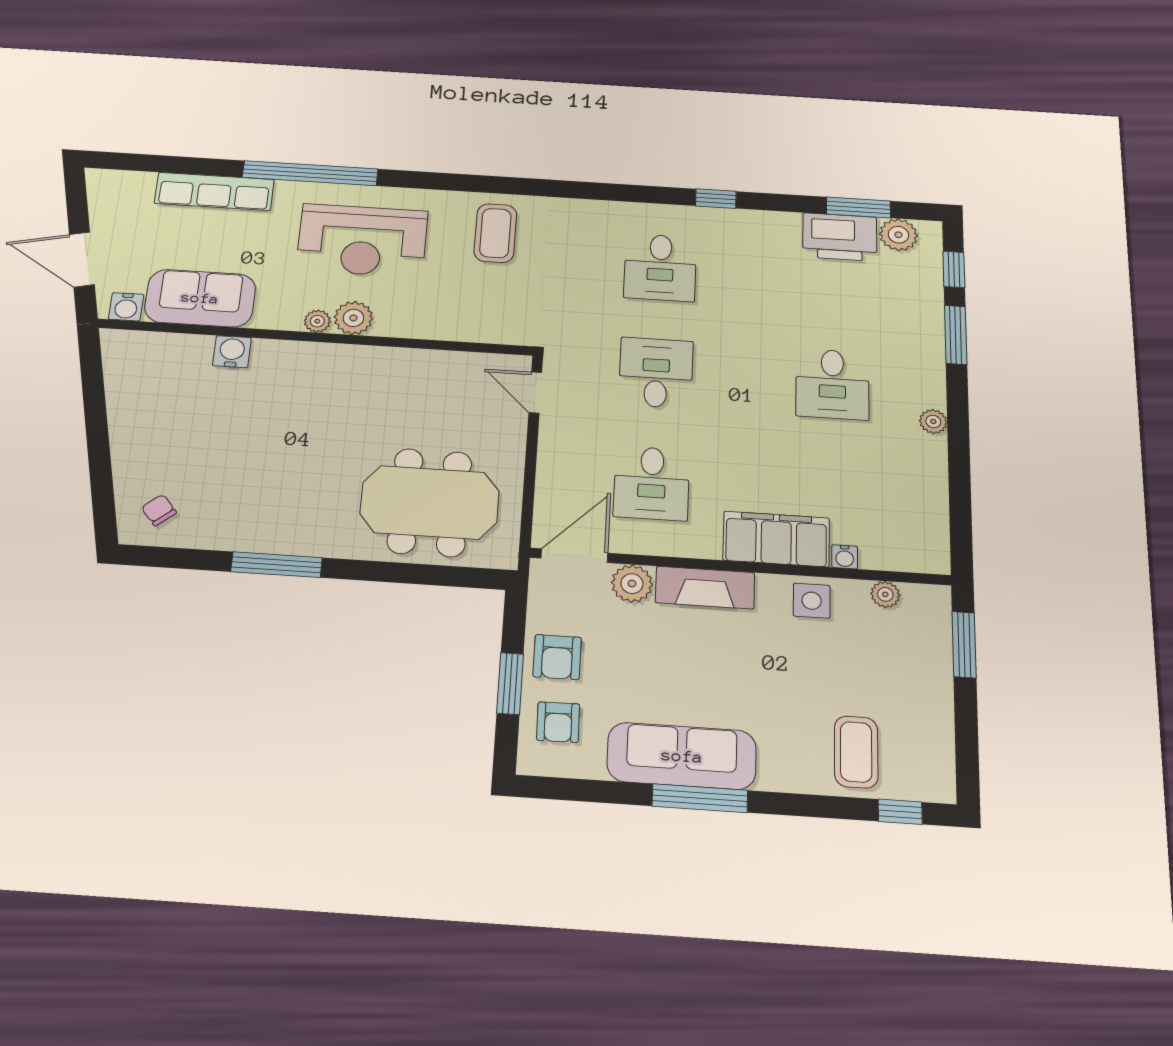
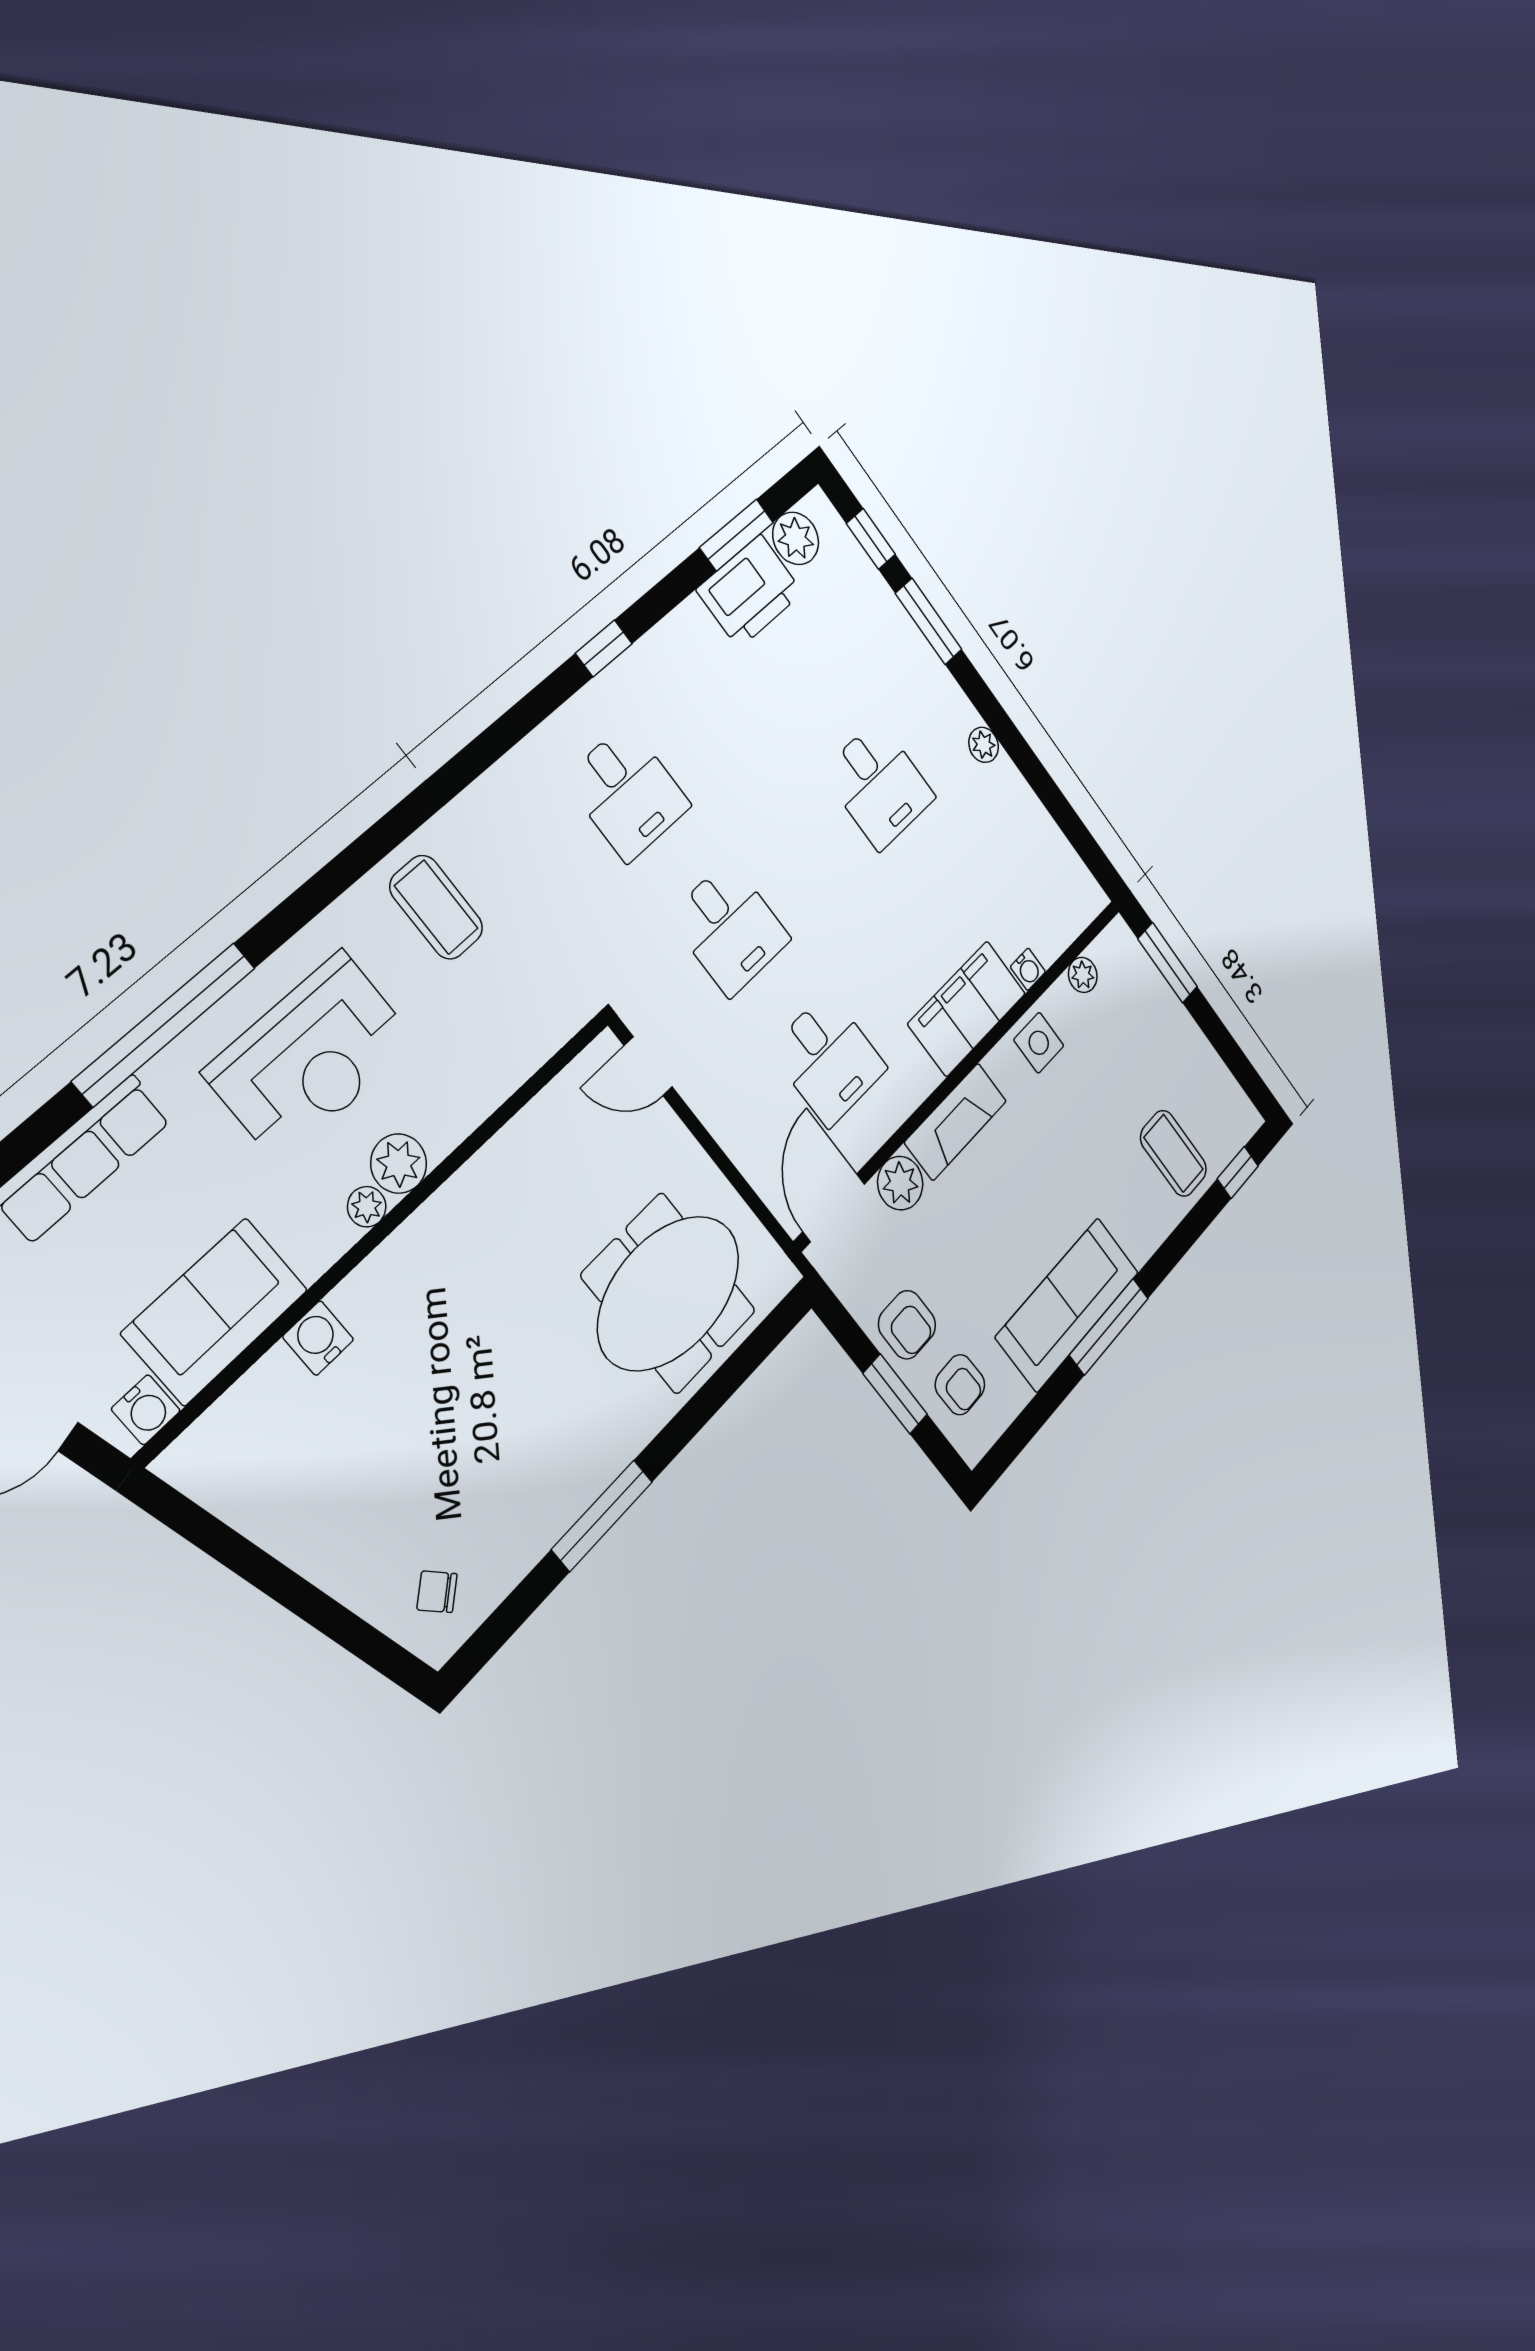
desk: (656, 373) -> (730, 928), turned 180

